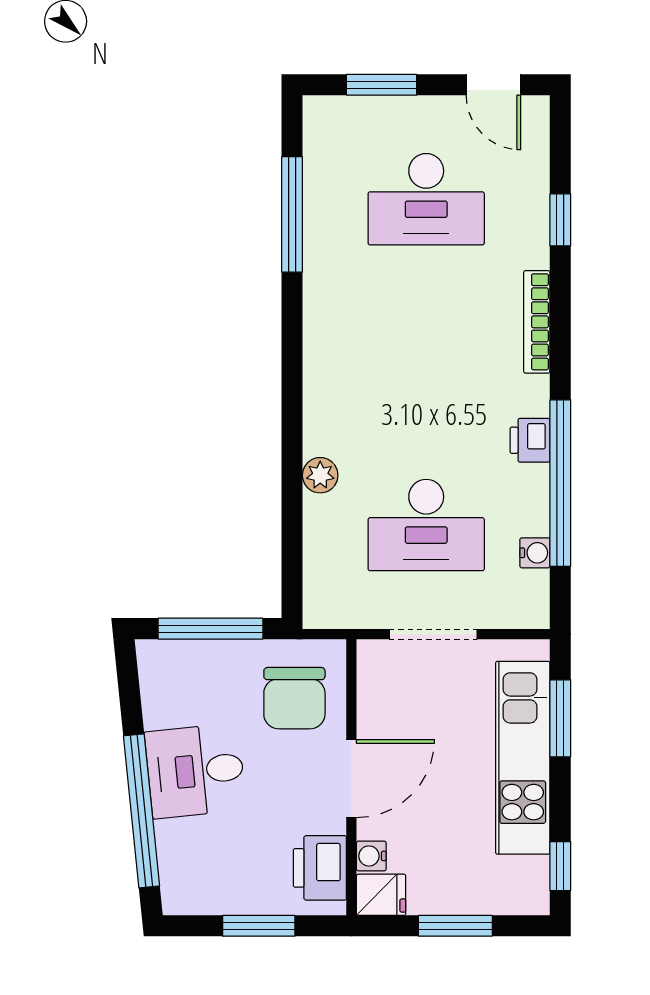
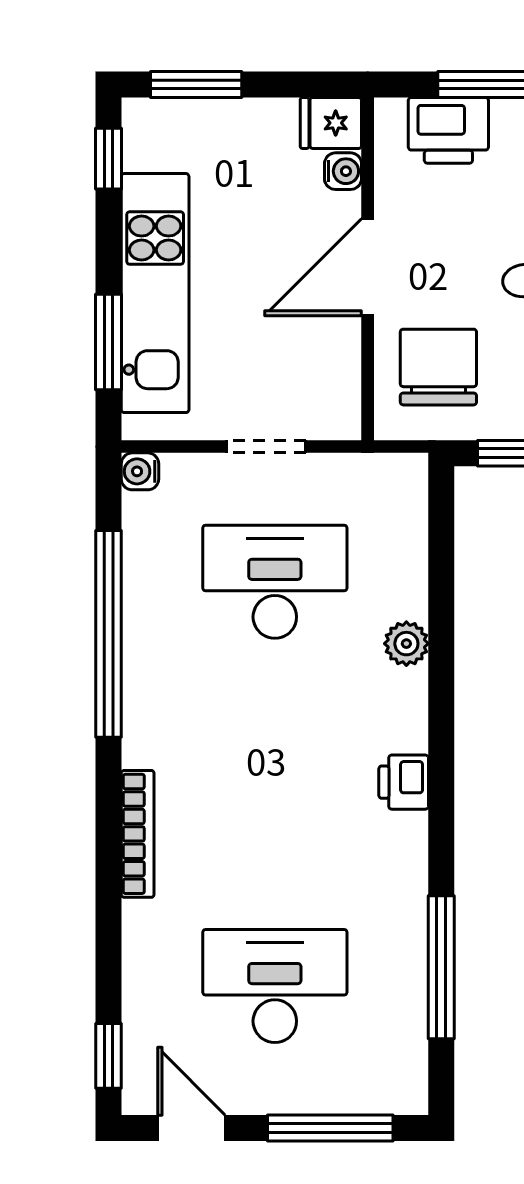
window: (382, 85) -> (330, 1128), width x1.44
window: (560, 220) -> (108, 1056), moved
printer: (530, 440) -> (404, 782), moved, turned 180
water cooler: (535, 553) -> (140, 471), moved
doorway: (433, 634) -> (266, 447), width x0.73
printer: (320, 868) -> (448, 130), moved, turned 90
window: (455, 926) -> (196, 84), moved

